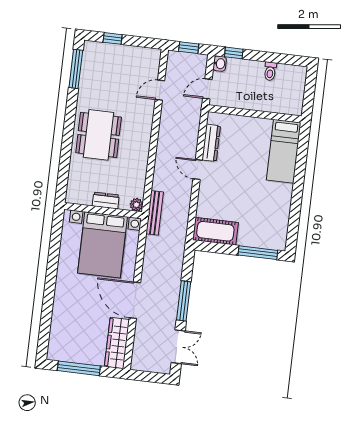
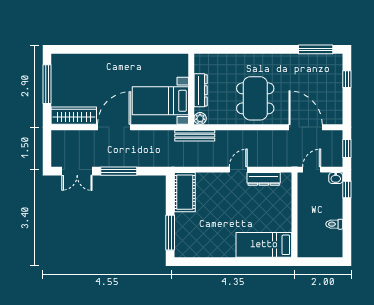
door: (207, 89) -> (312, 170), hinge flipped
door: (160, 90) -> (306, 127), width x1.88
dining table: (99, 135) -> (255, 98), moved, turned 90
dresser: (106, 201) -> (201, 90), width x1.44
bed with nightstands: (102, 245) -> (160, 101), width x0.73

